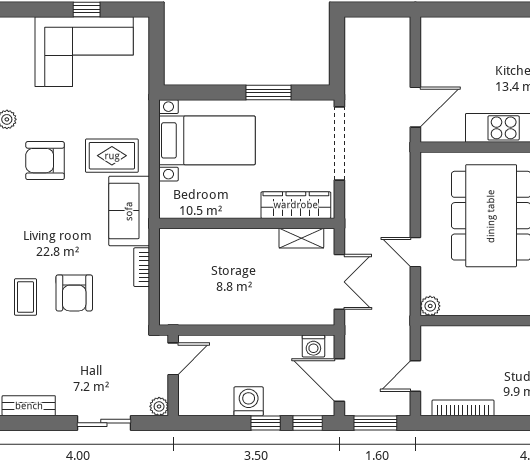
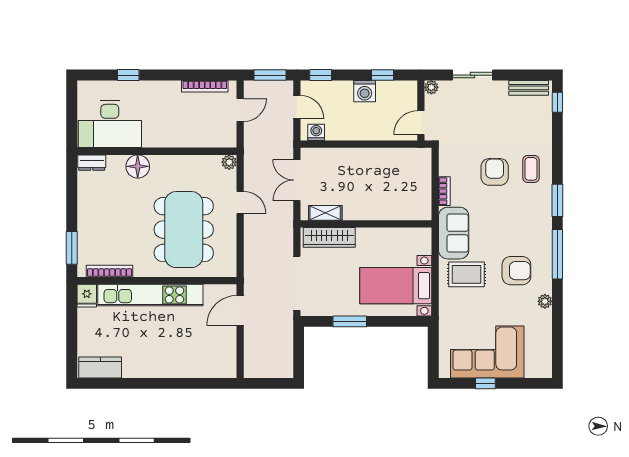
door: (339, 380) -> (297, 107), width x0.73
window: (266, 423) -> (382, 75), moved

